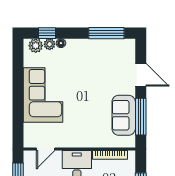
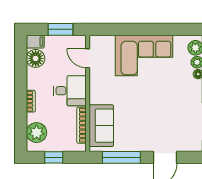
sofa: (124, 115) -> (101, 126), moved, turned 90

